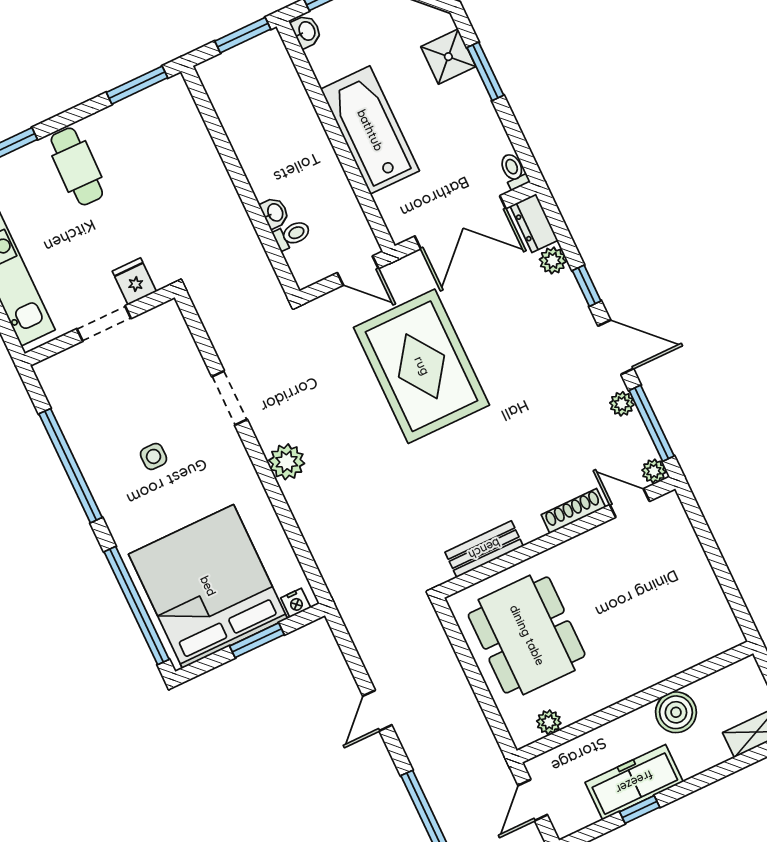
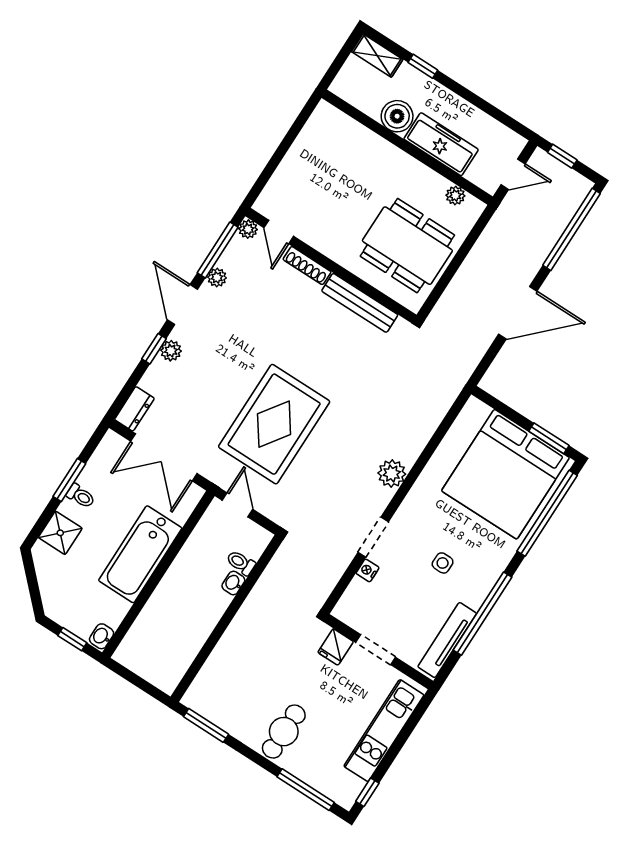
window: (243, 35) -> (130, 676), removed
window: (485, 71) -> (69, 480), moved
toilet: (514, 171) -> (81, 496), moved, turned -90
double door: (460, 222) -> (164, 457), swing flipped
plant: (553, 261) -> (171, 351), moved
tv unit: (66, 409) -> (447, 640), added
bench: (484, 549) -> (360, 303), width x1.36
nightstand: (296, 603) -> (368, 570), moved, turned -90
dining table: (527, 635) -> (407, 246), turned 90
window: (257, 640) -> (549, 438), moved
door: (377, 711) -> (518, 313), width x1.87
freezer: (634, 782) -> (441, 144), moved, turned 180
window: (640, 810) -> (423, 66), moved

